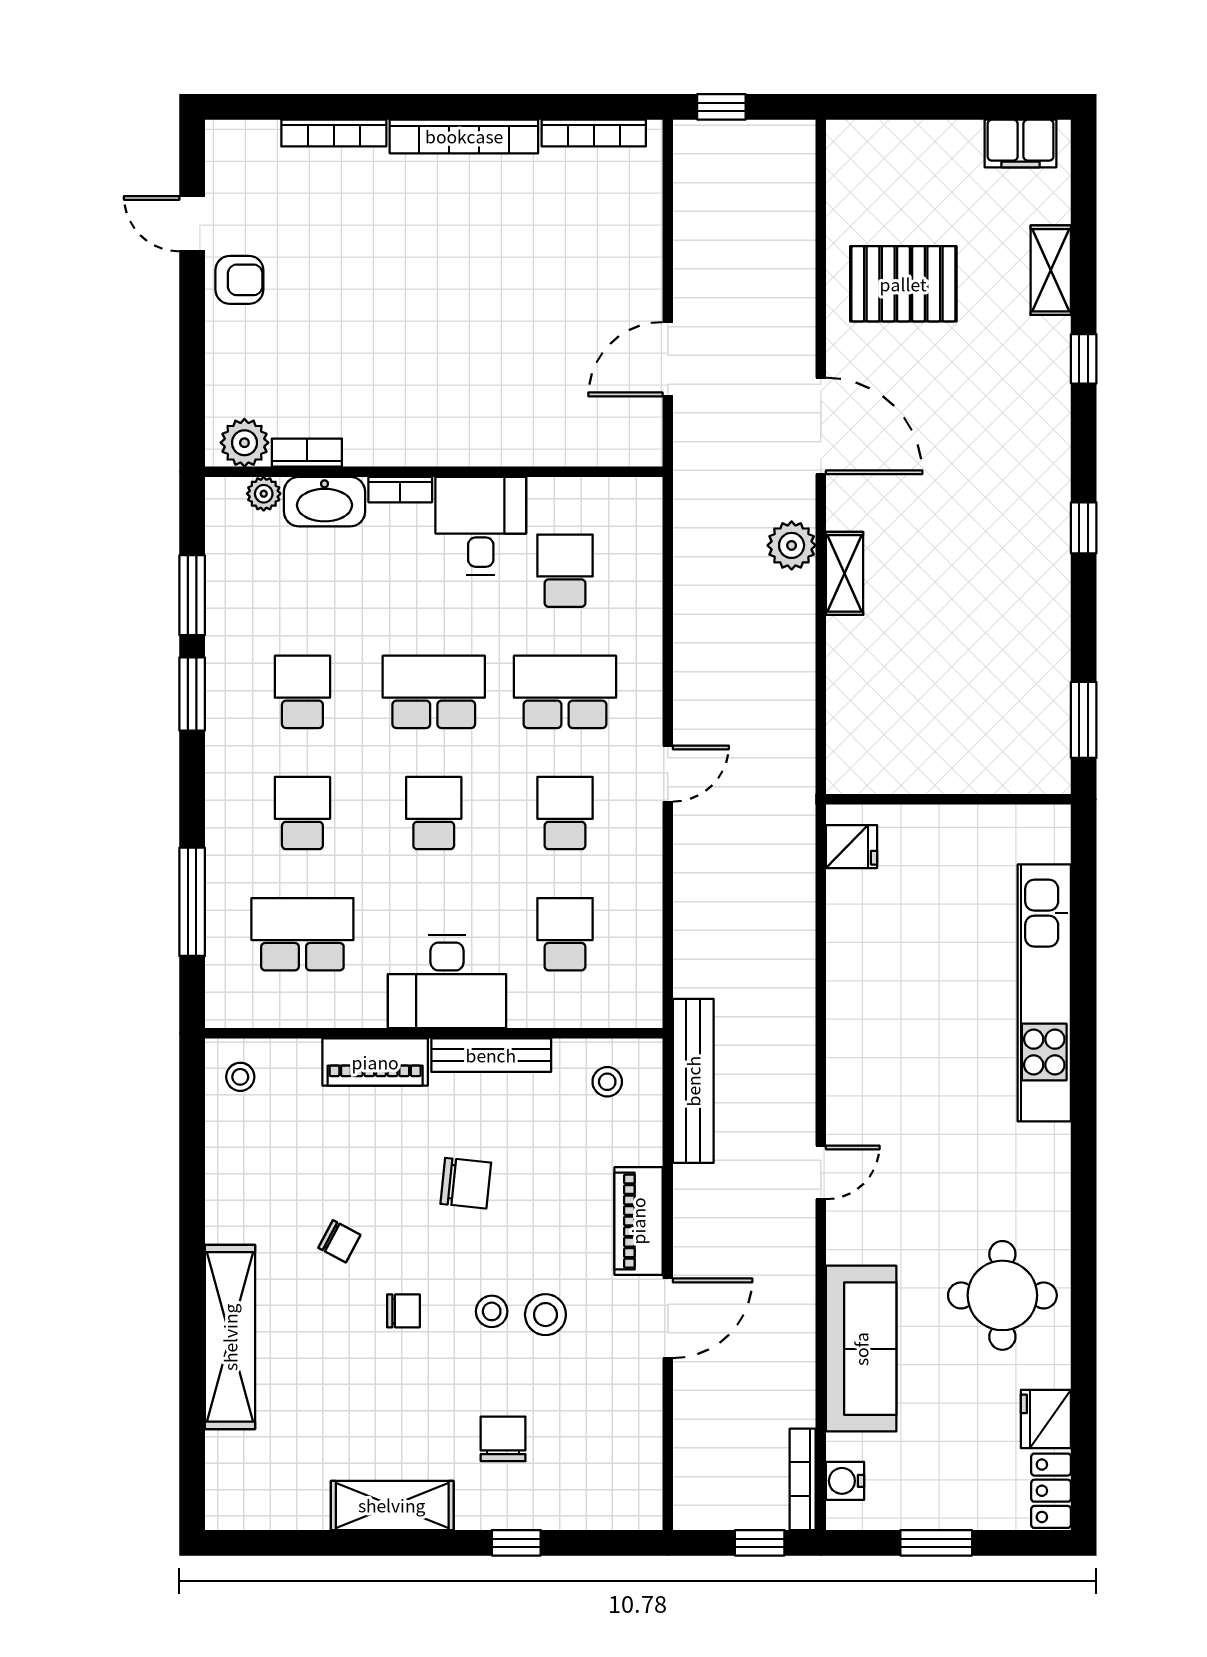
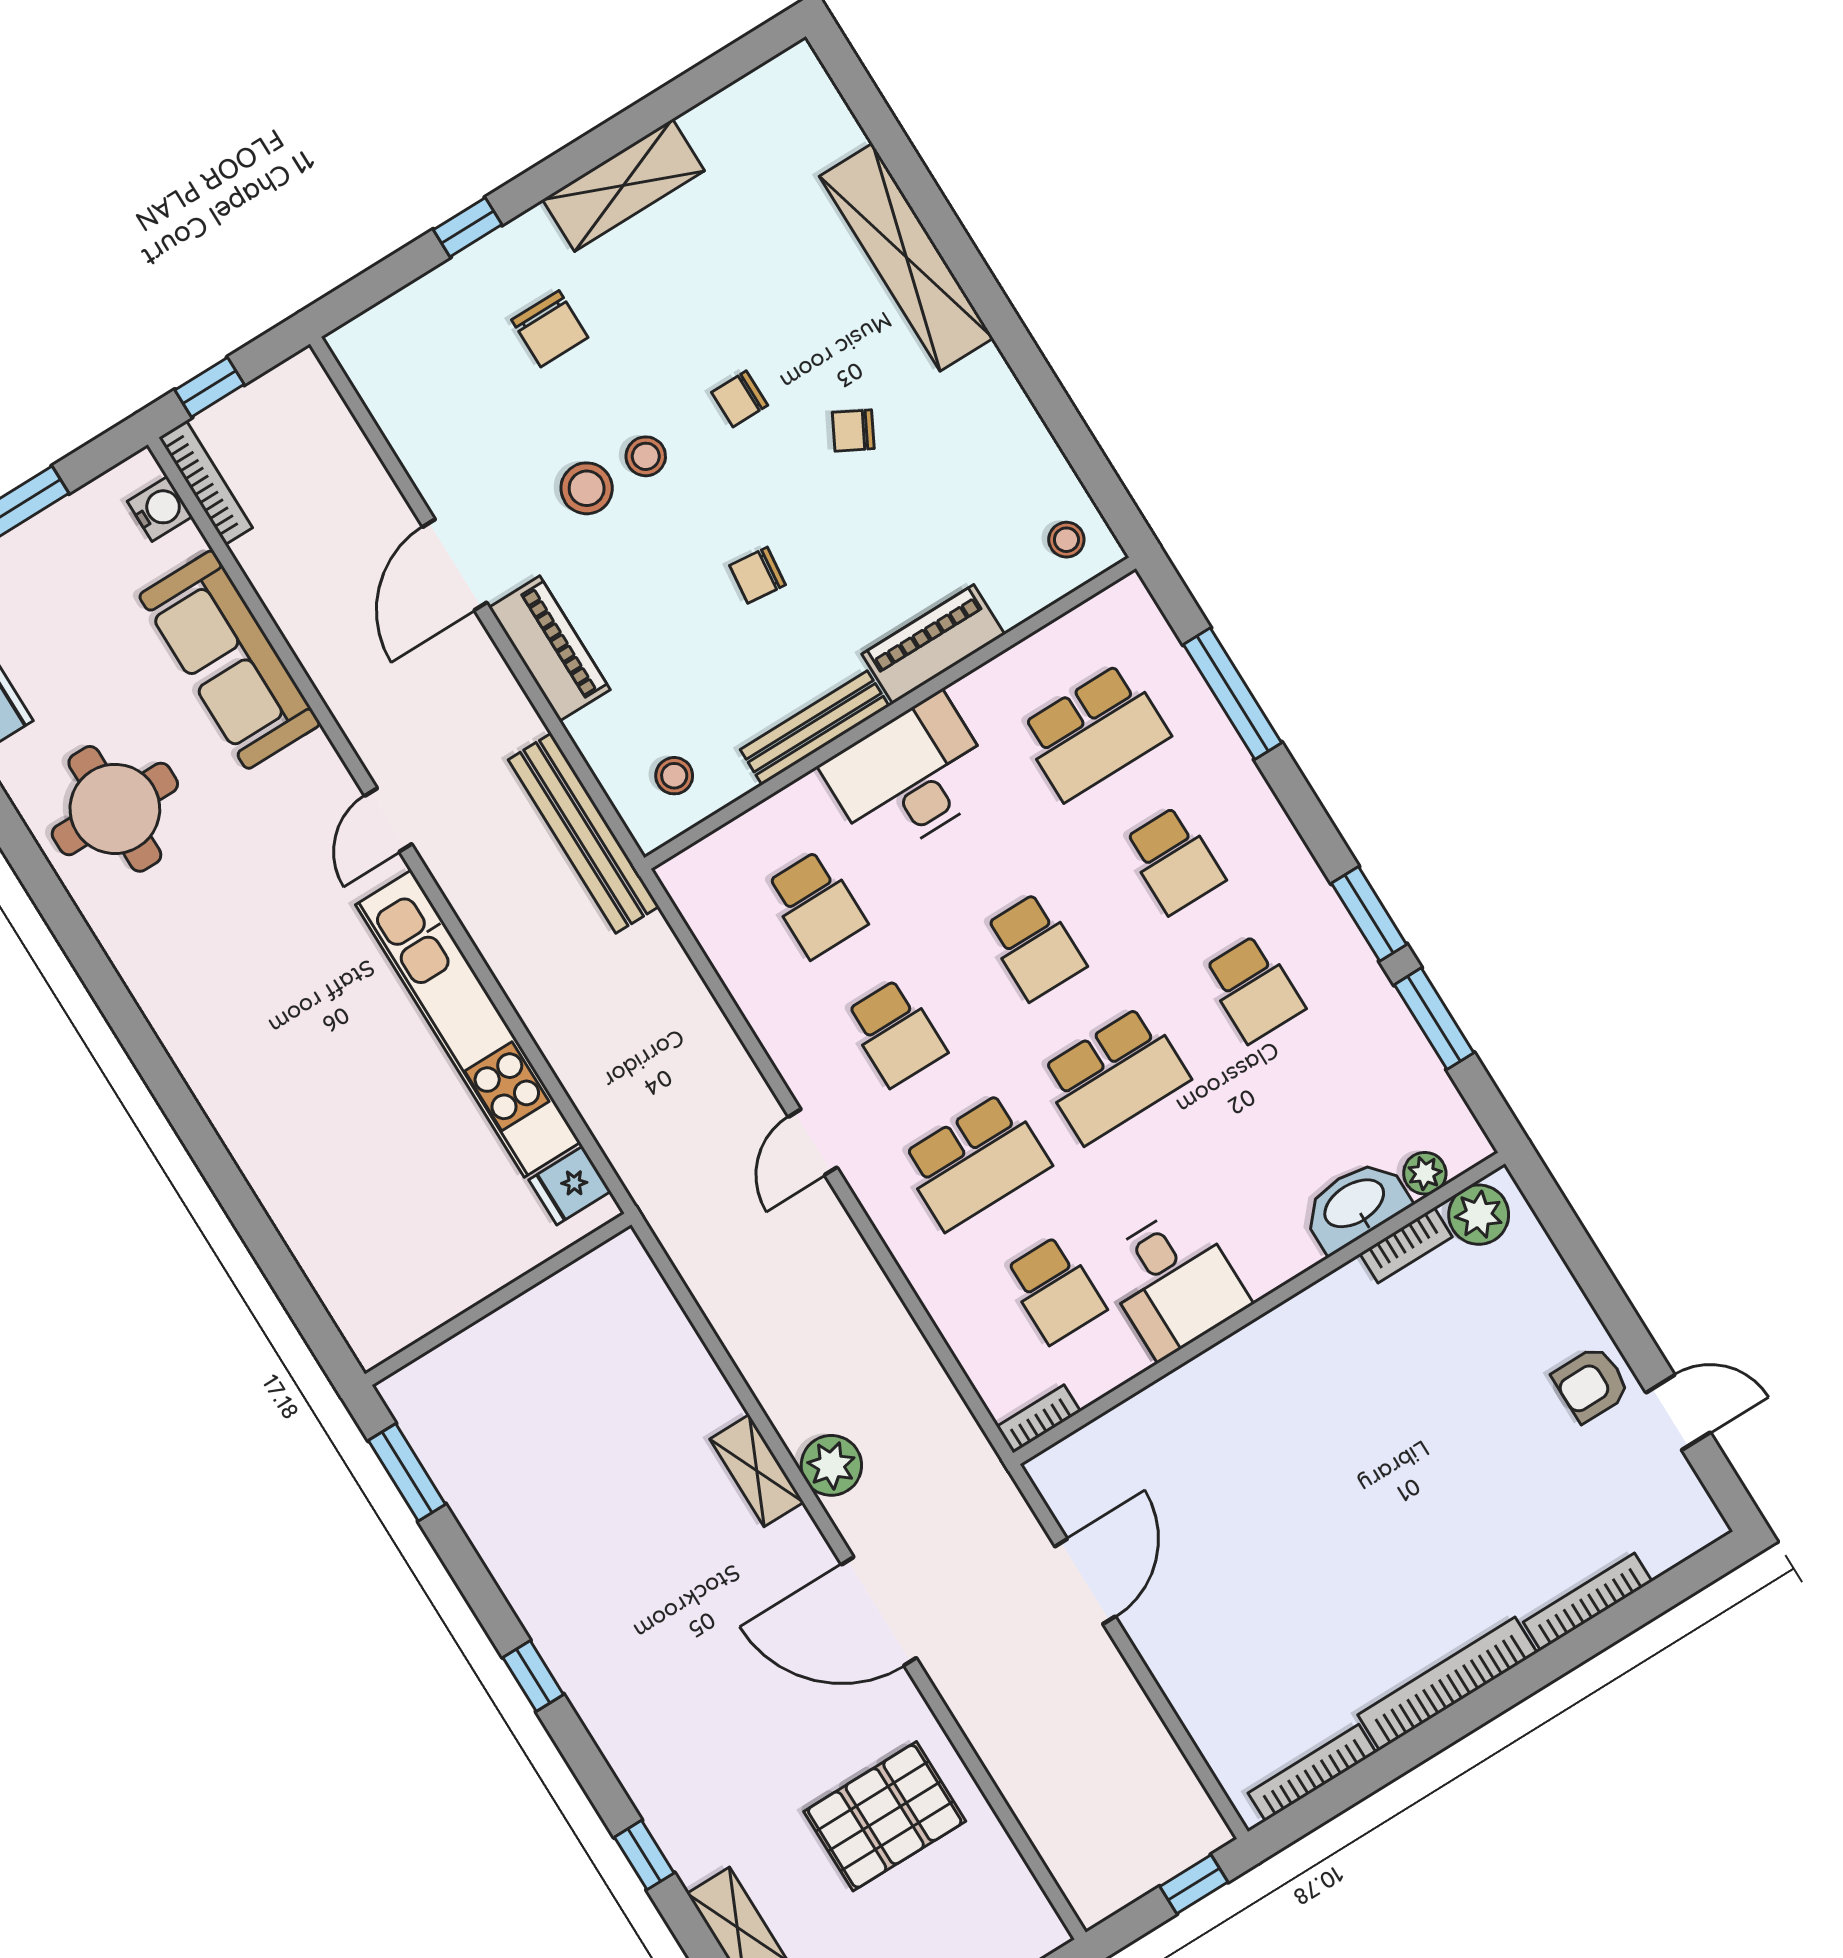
bookcase: (400, 490) -> (1038, 1419), moved
kitchen unit: (1044, 993) -> (468, 1024), moved, turned 180
chair: (466, 1183) -> (758, 575), width x0.73, depth x0.73

